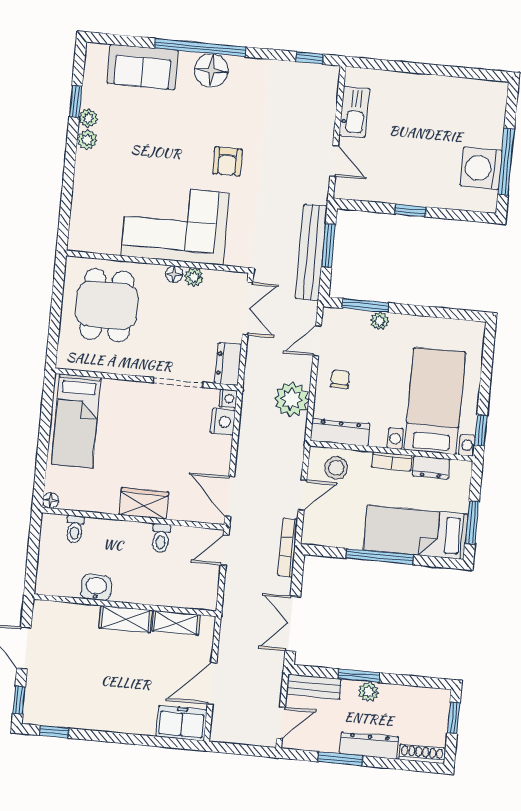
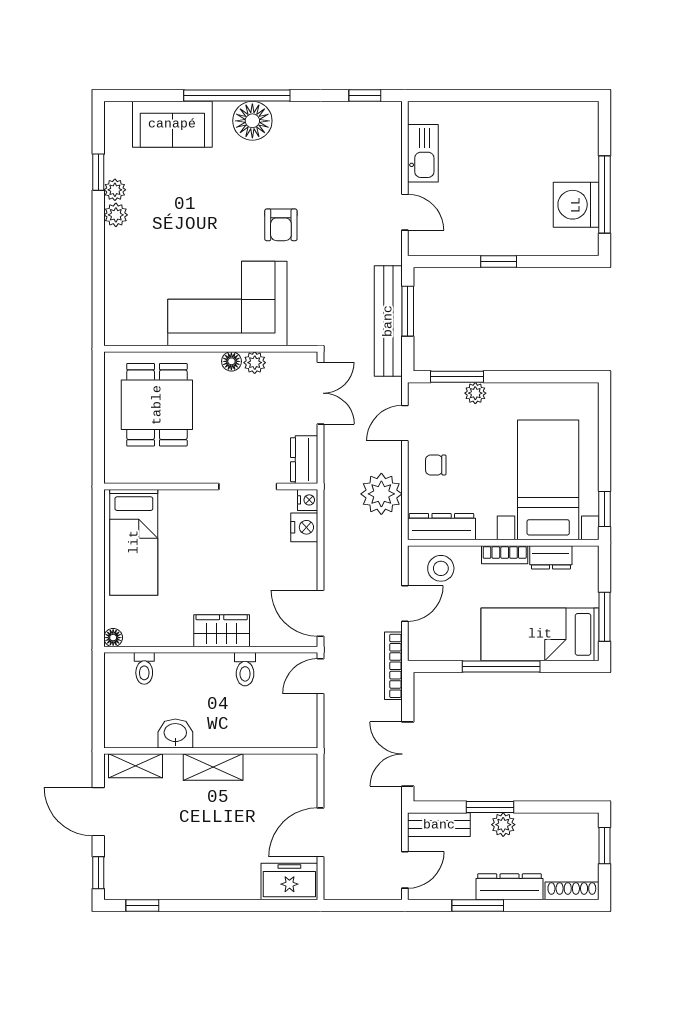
chair: (340, 379) -> (436, 465), turned -90
shelving: (176, 623) -> (136, 766), moved

